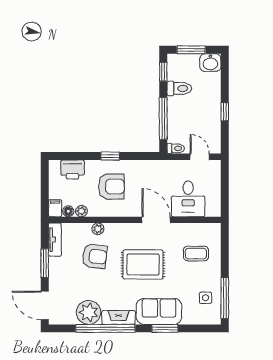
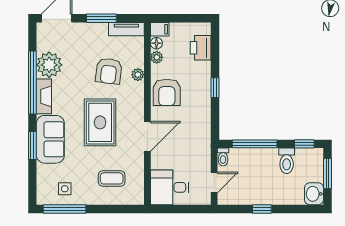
armchair: (111, 187) -> (167, 92), moved
desk: (188, 199) -> (170, 187), moved
coffee table: (196, 254) -> (112, 178), turned 90

